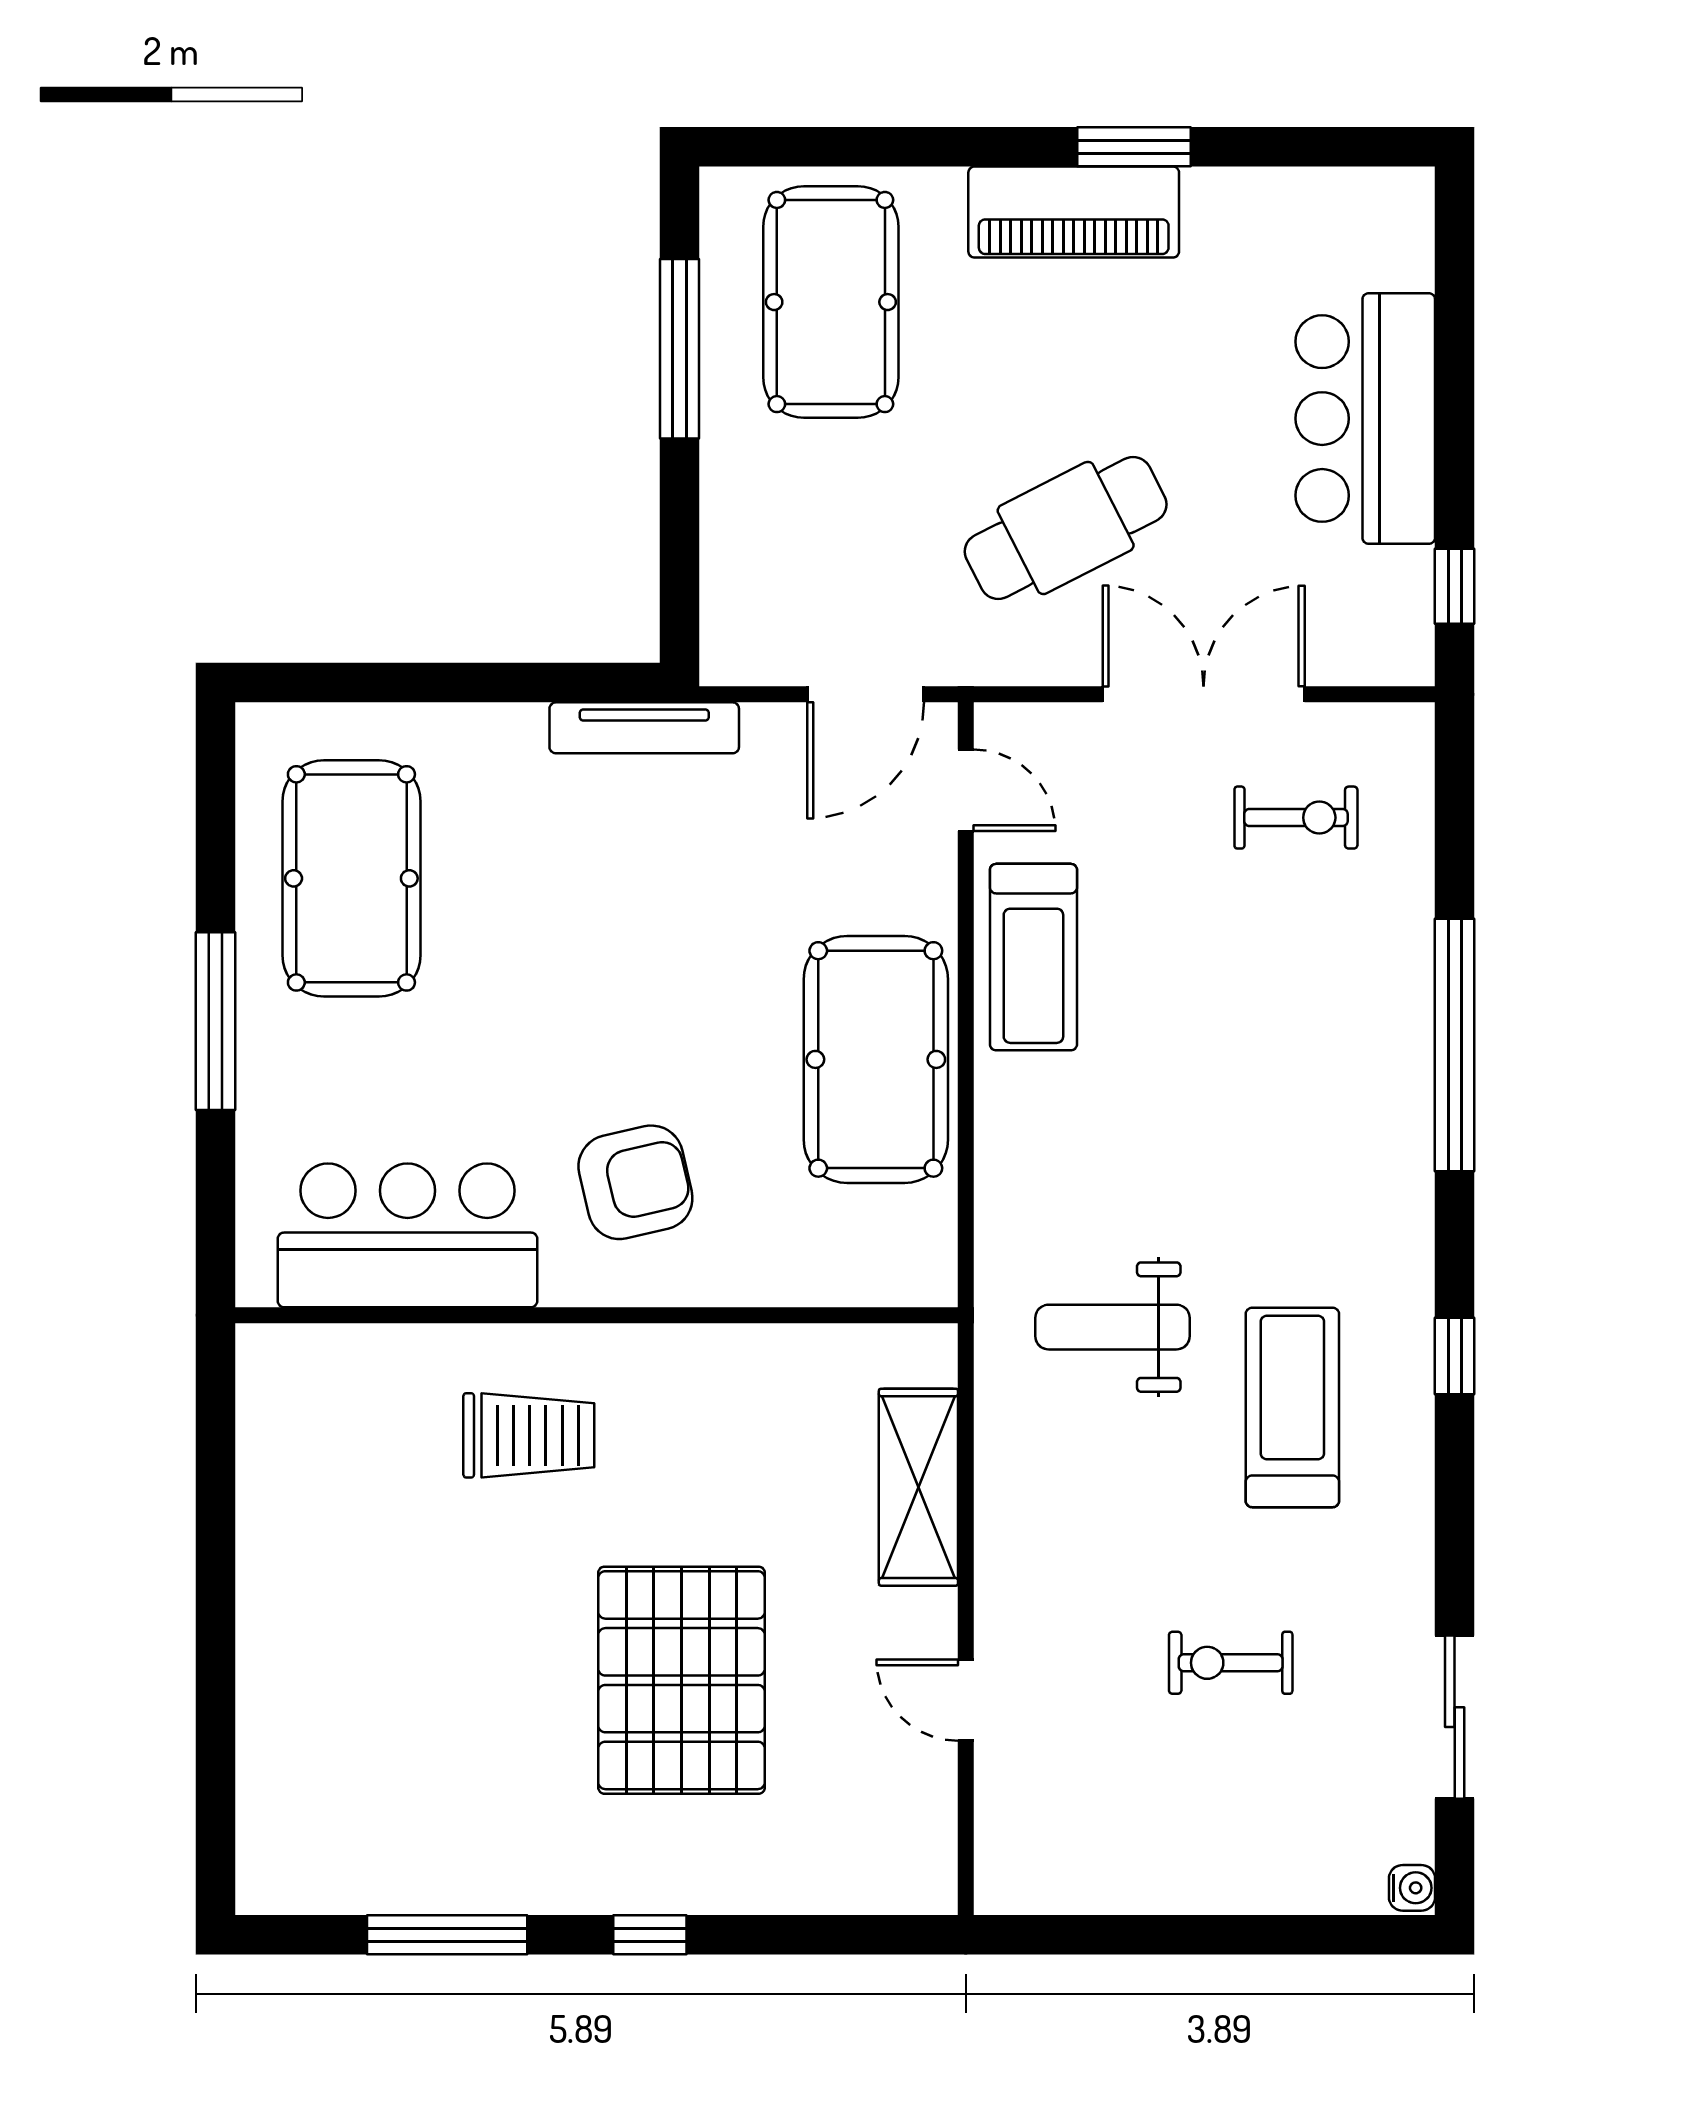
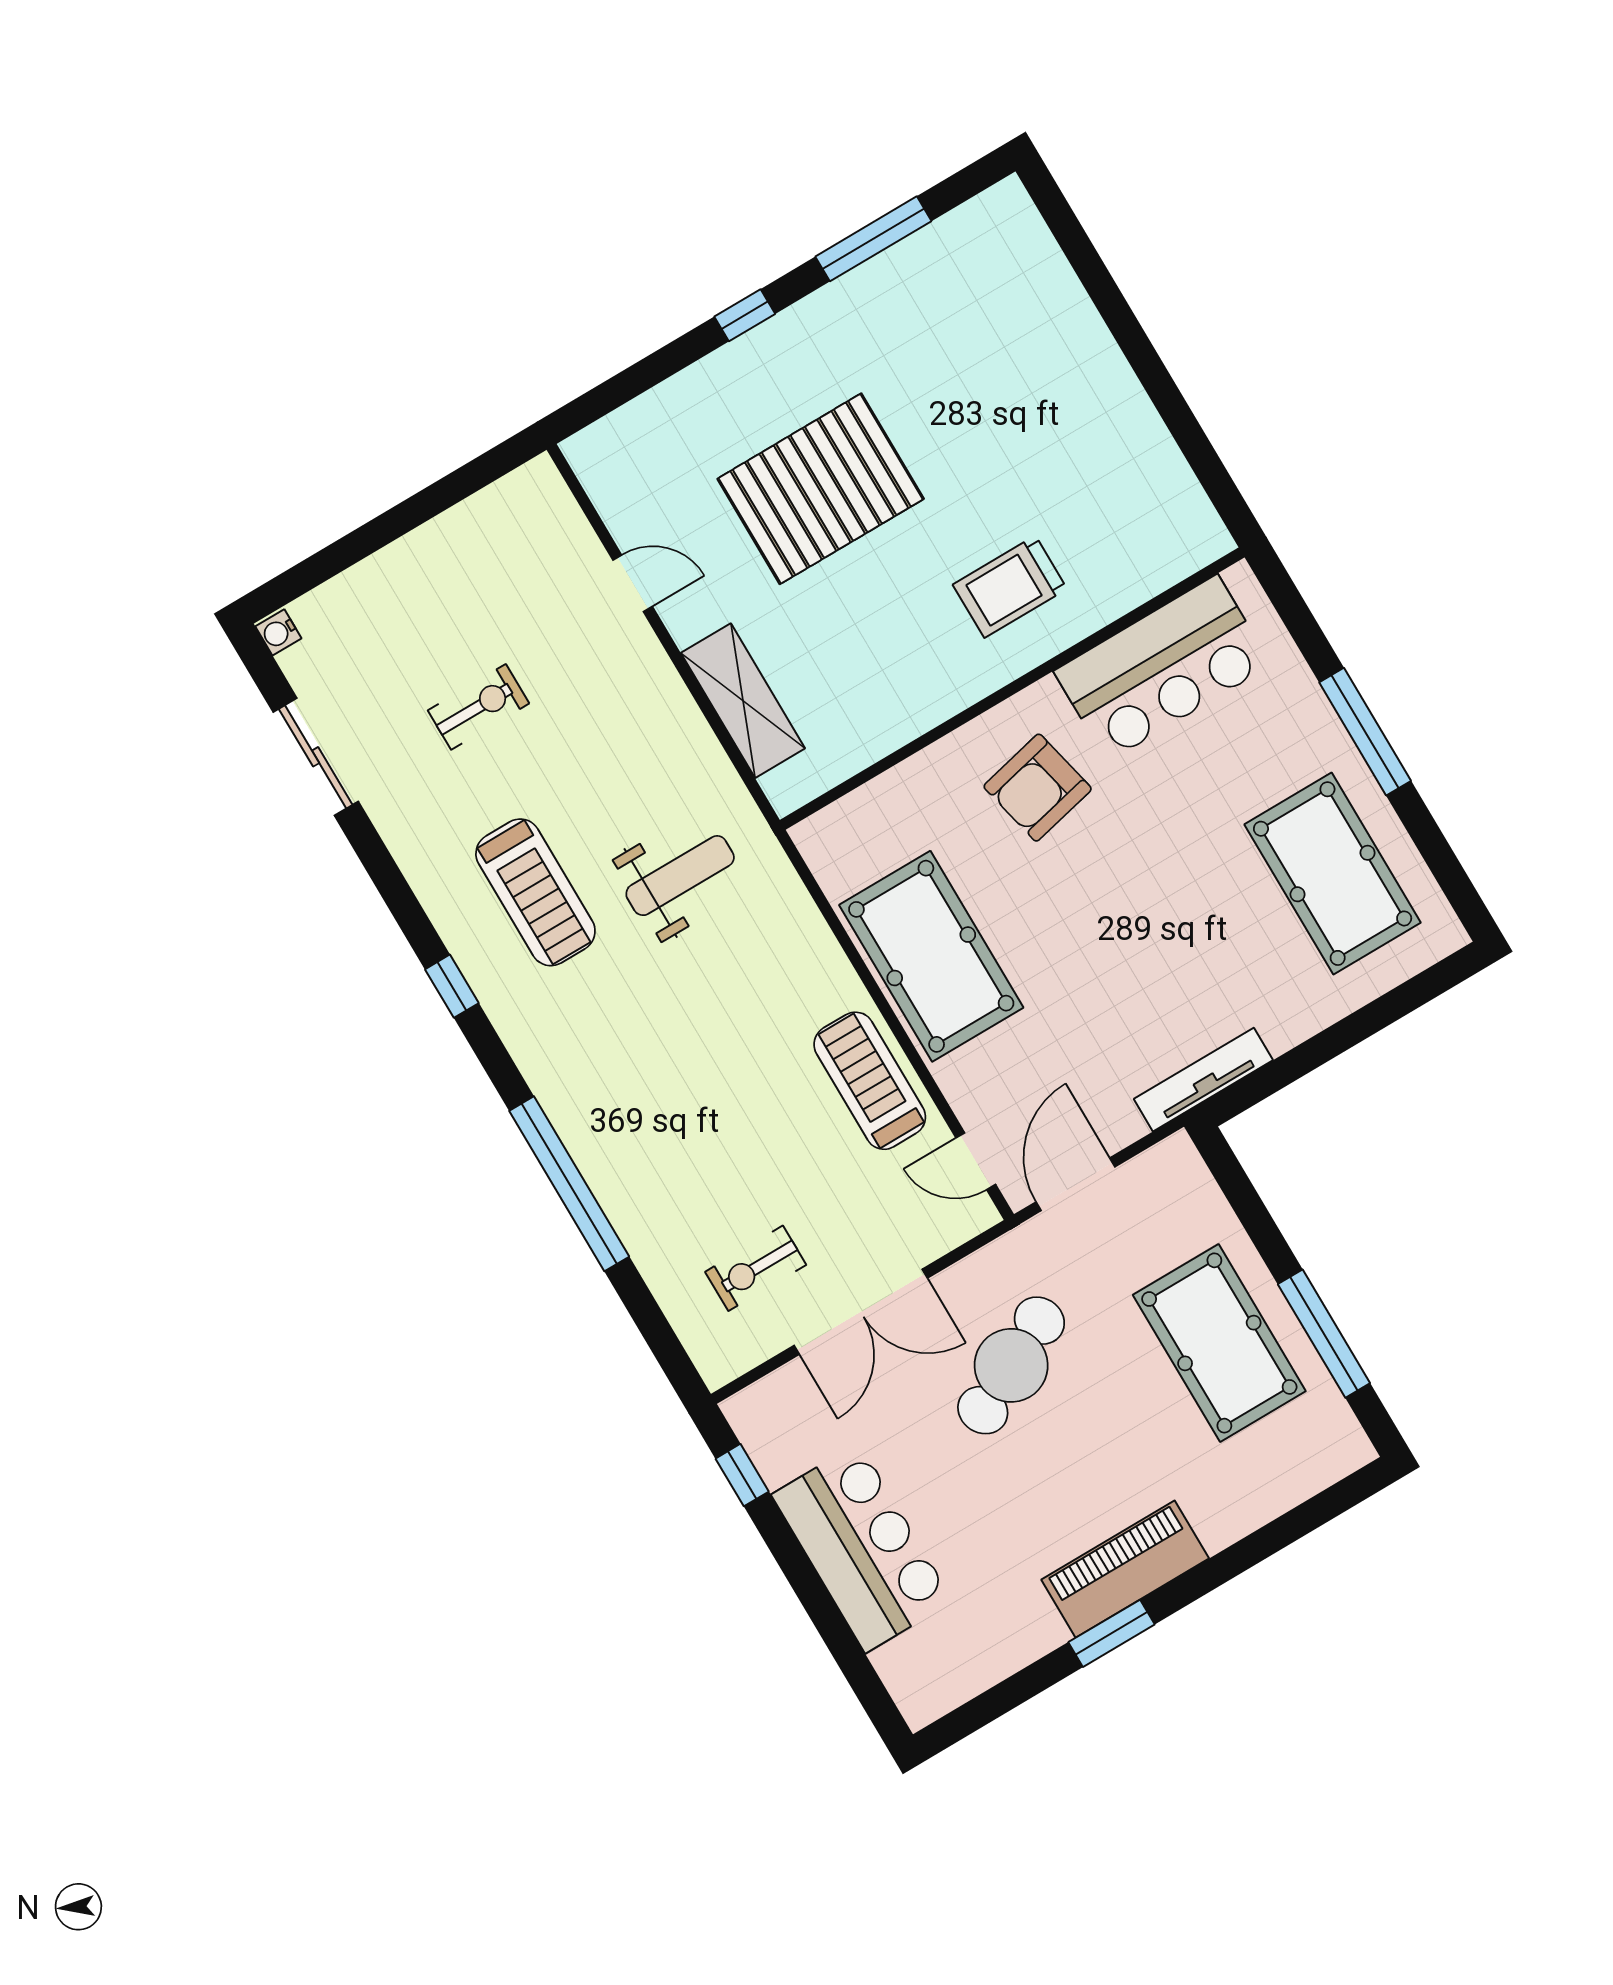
pool table: (831, 302) -> (1219, 1343), moved
pallet: (682, 1680) -> (821, 489), turned 90

